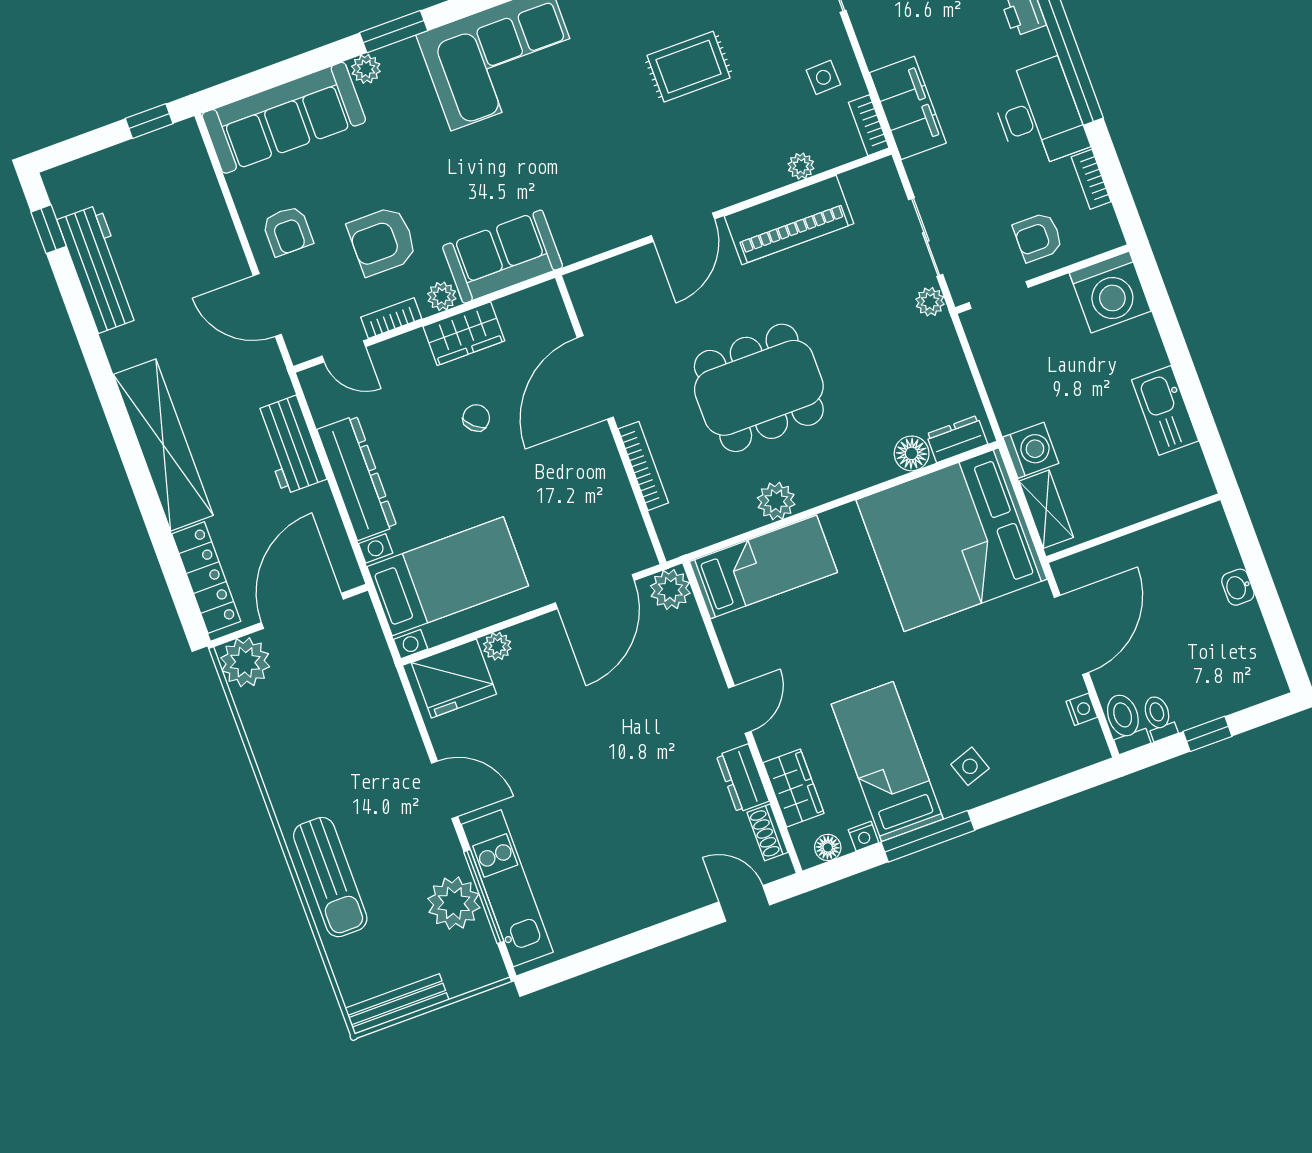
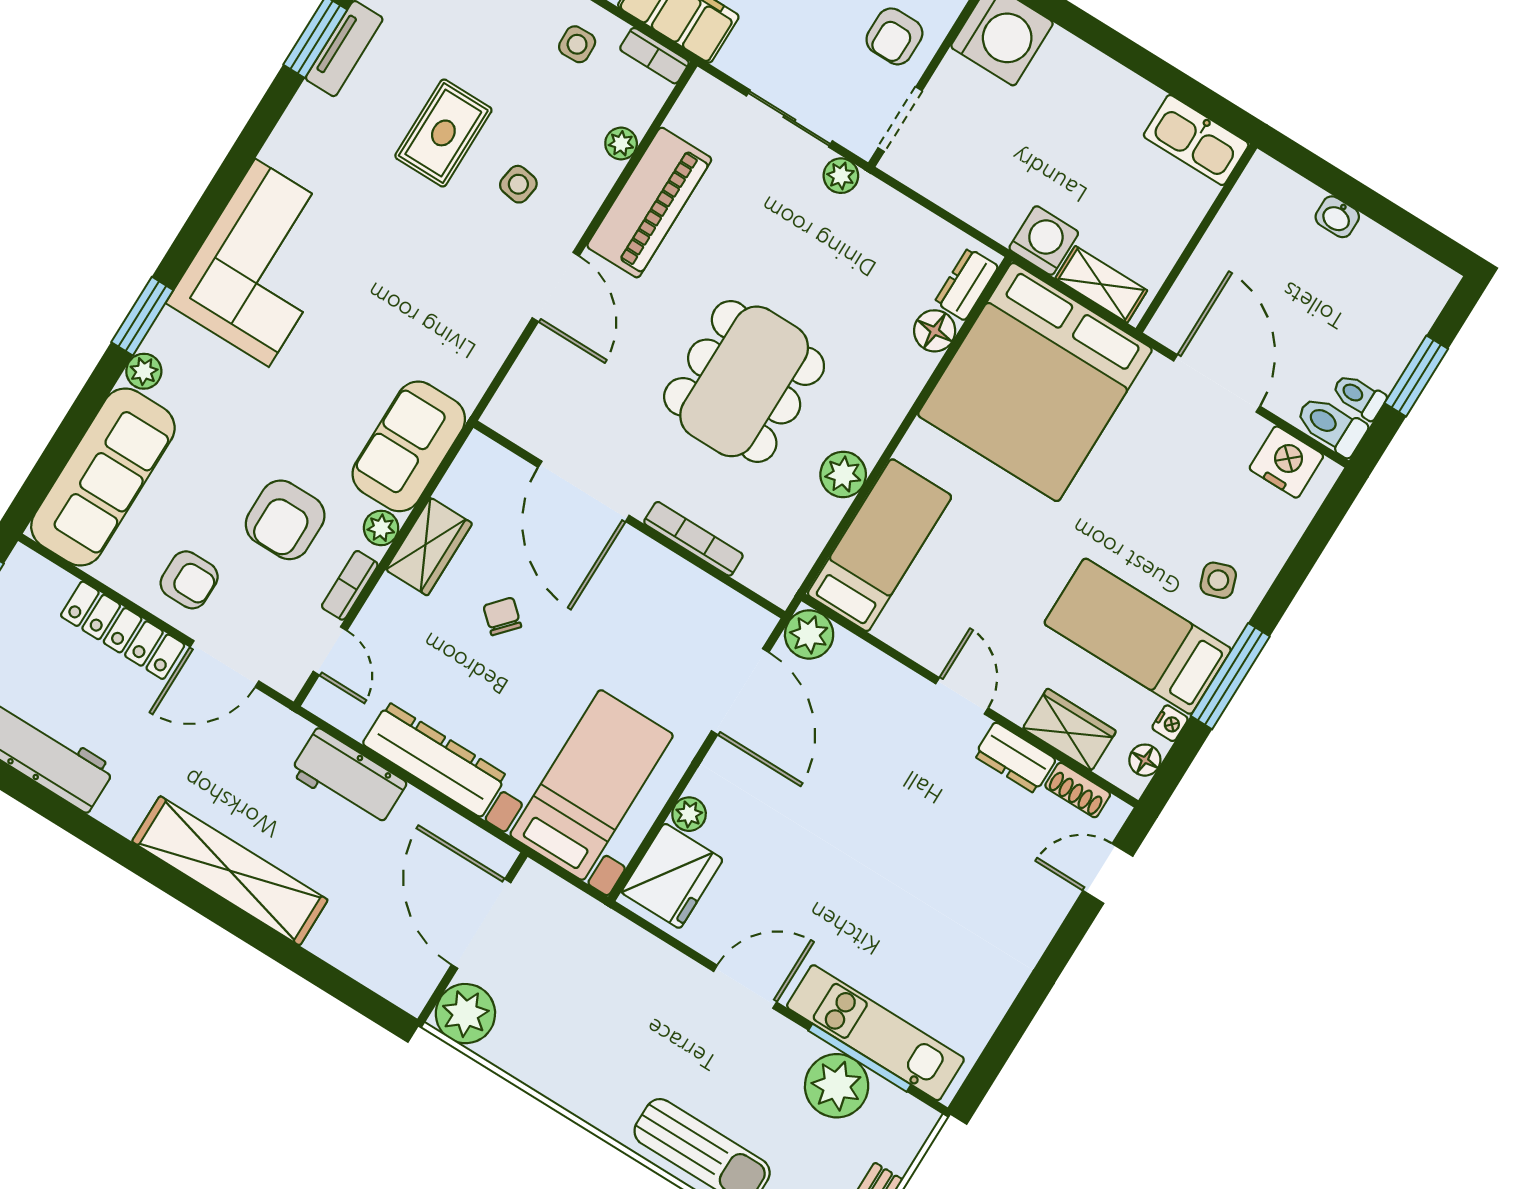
side table: (712, 140) -> (518, 184), added
door: (344, 351) -> (330, 651), hinge flipped
kitchen sink: (1165, 410) -> (1196, 140), moved
locker: (206, 578) -> (123, 630), moved, turned 180
nightstand: (1082, 709) -> (1286, 462), width x1.89, depth x1.79
window: (1207, 734) -> (1416, 376), width x1.50

